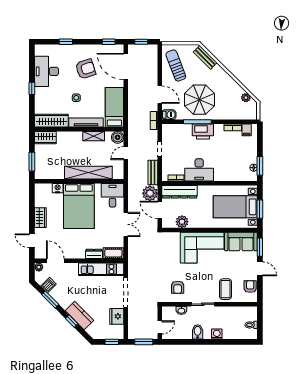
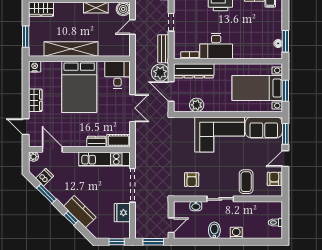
shelving: (88, 173) -> (71, 49), moved
nightstand: (58, 188) -> (35, 67), moved
door: (260, 269) -> (285, 159), swing flipped

